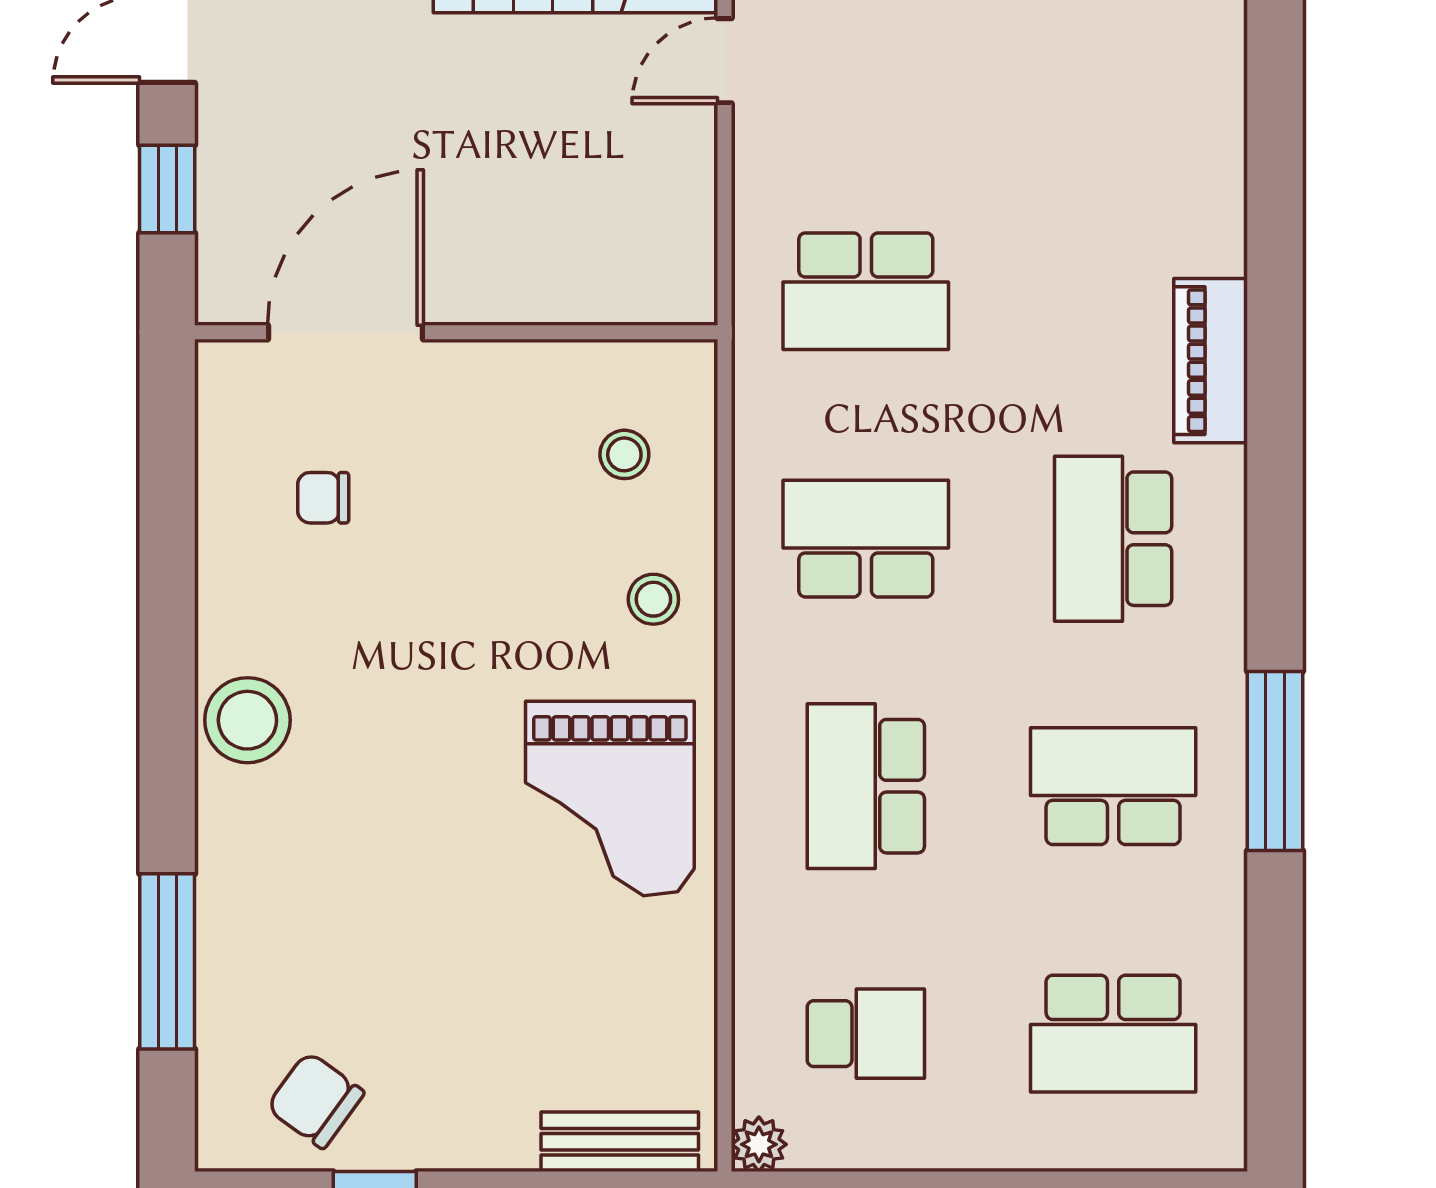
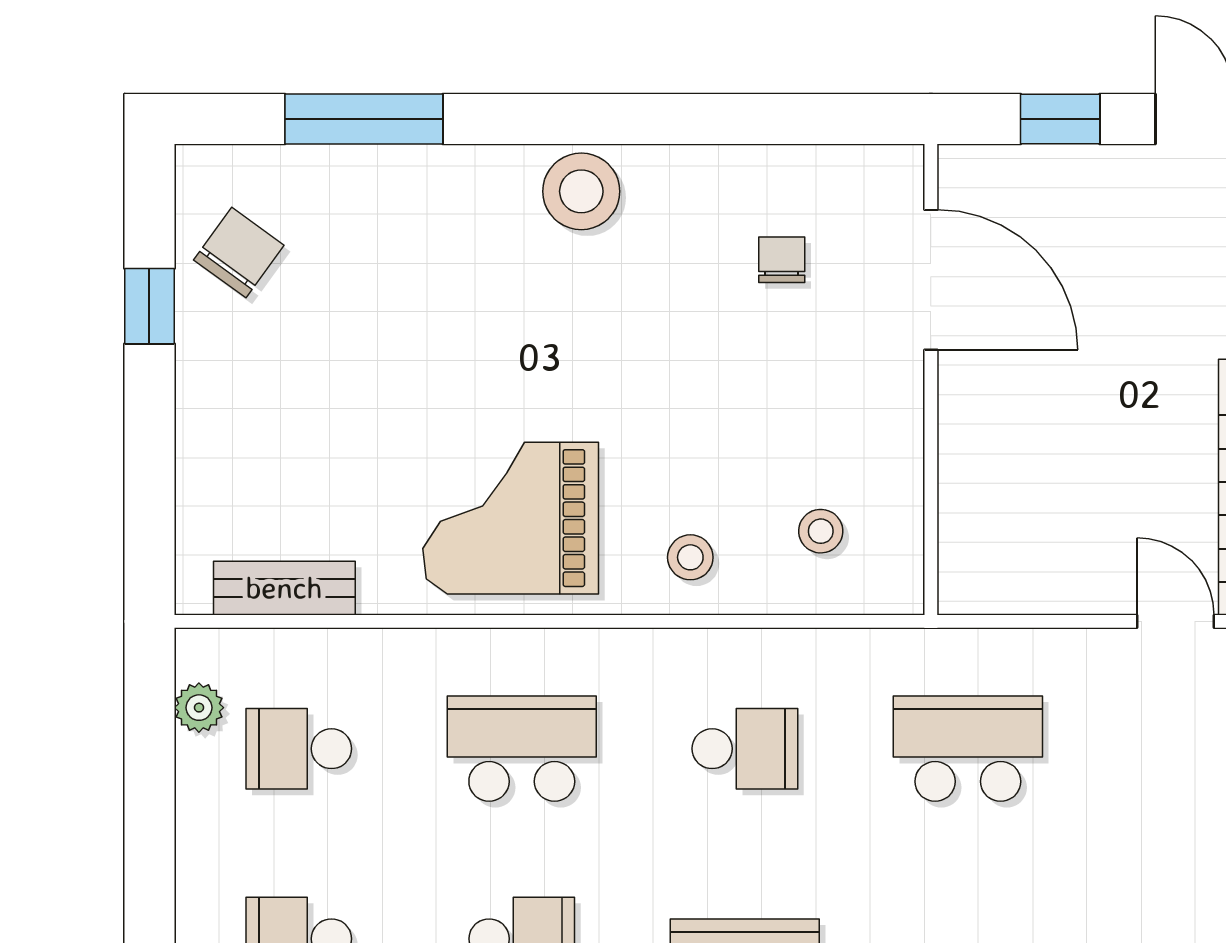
school desk: (866, 291) -> (968, 749), turned 90
school desk: (866, 539) -> (745, 749), width x0.54
school desk: (866, 1034) -> (299, 749), turned 90
bench: (620, 1142) -> (284, 588), moved, turned 90
plant: (759, 1144) -> (199, 708), moved

